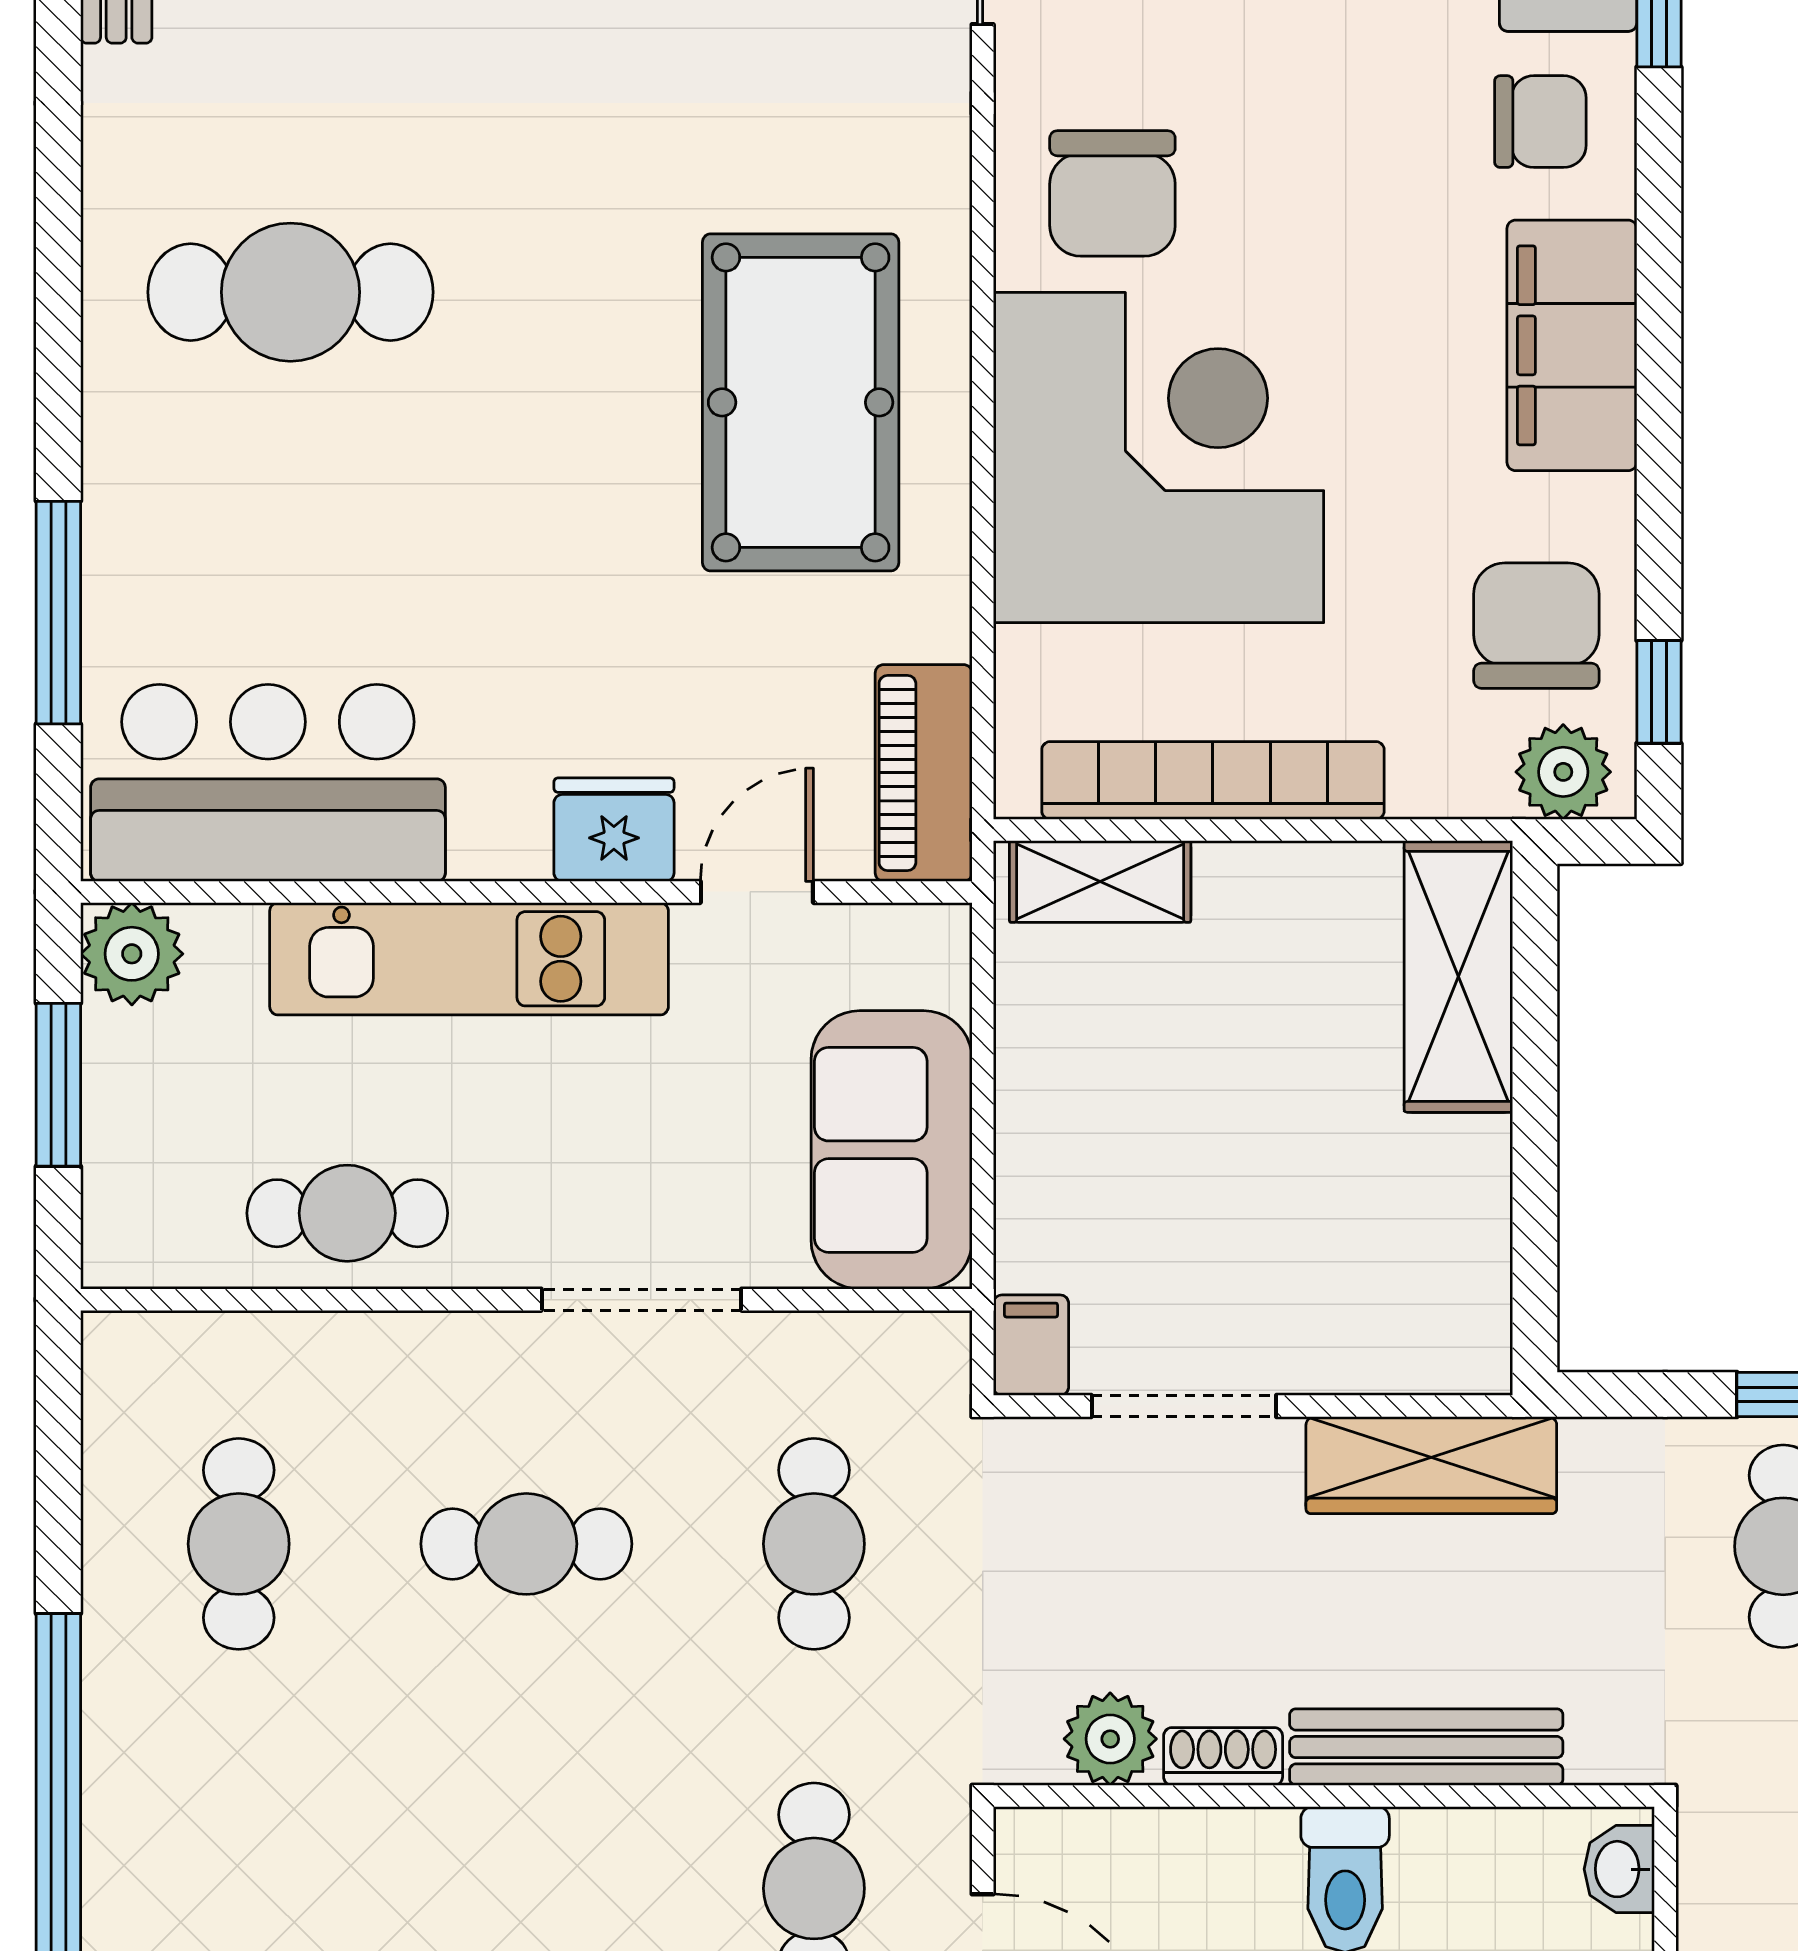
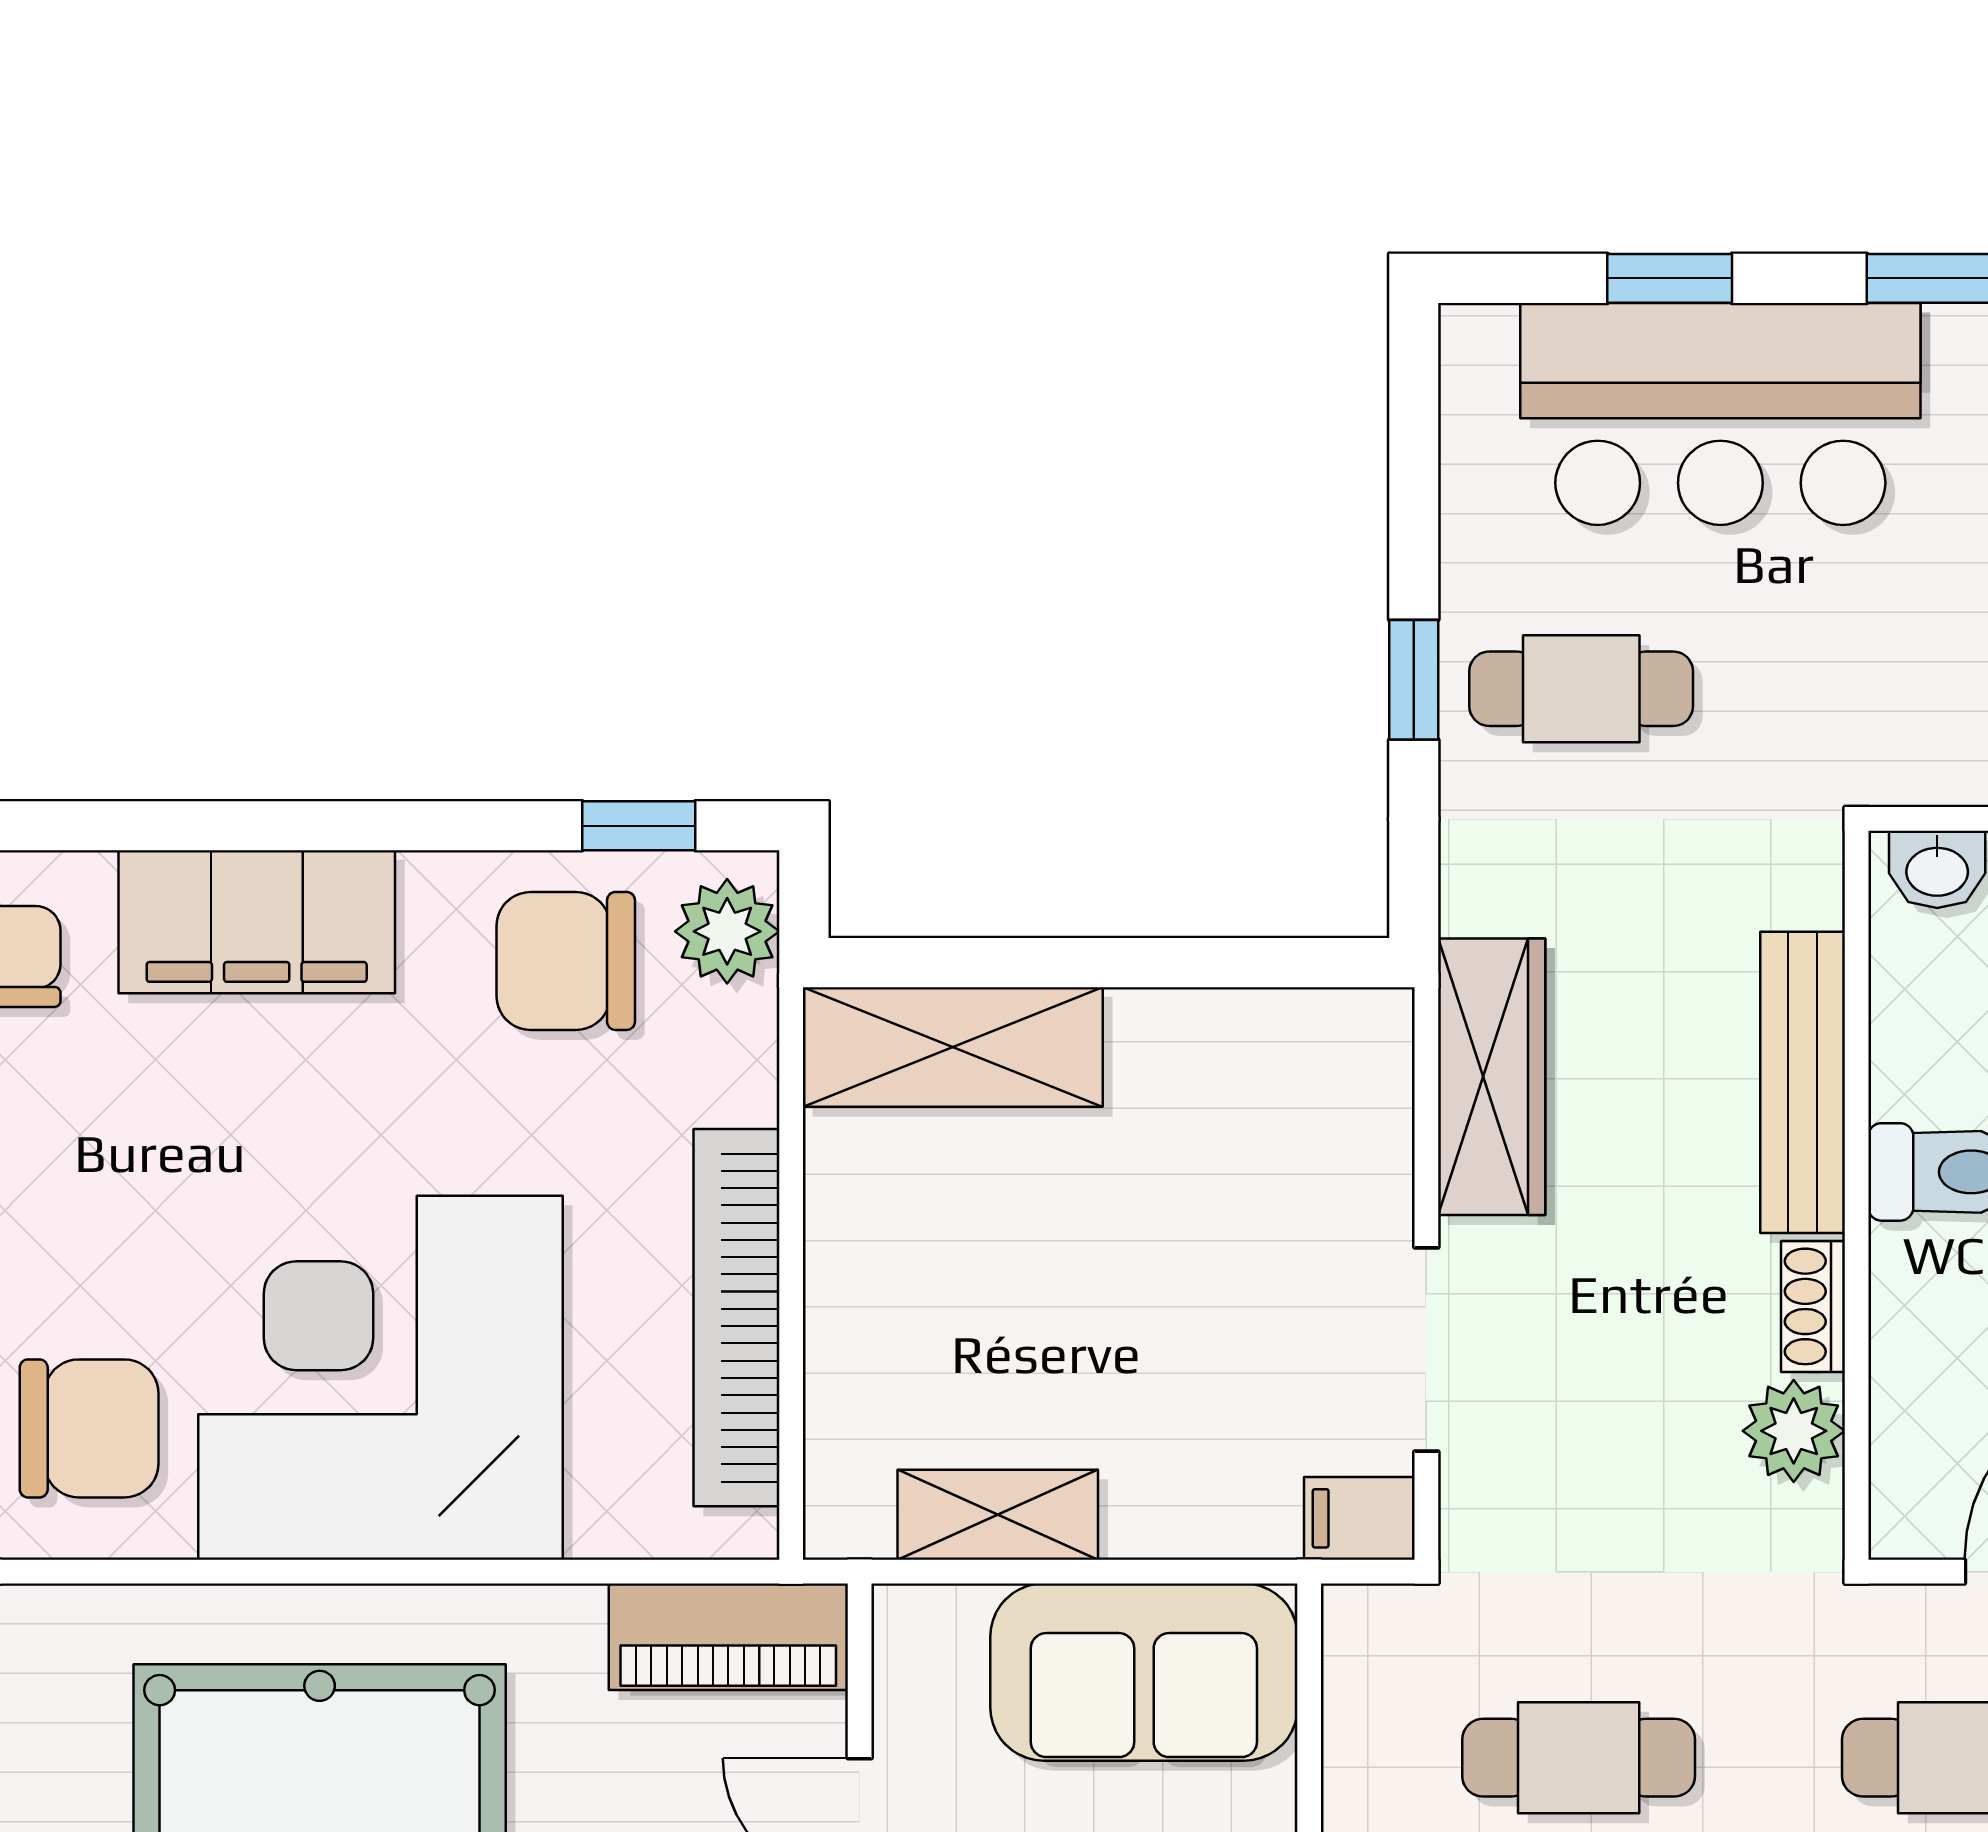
shelving: (1100, 881) -> (998, 1515), moved, turned 90

